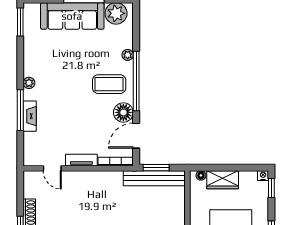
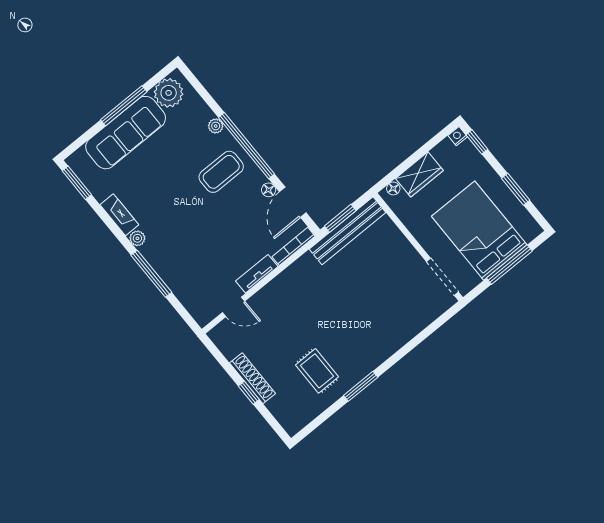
floor lamp: (123, 112) -> (269, 190), width x0.53, depth x0.53
fireplace: (30, 116) -> (119, 215), moved

